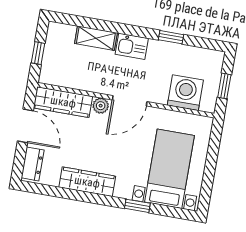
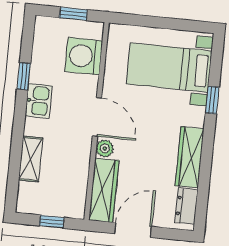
kitchen sink: (132, 46) -> (39, 101), moved
dresser: (33, 164) -> (186, 206), moved, turned -90

